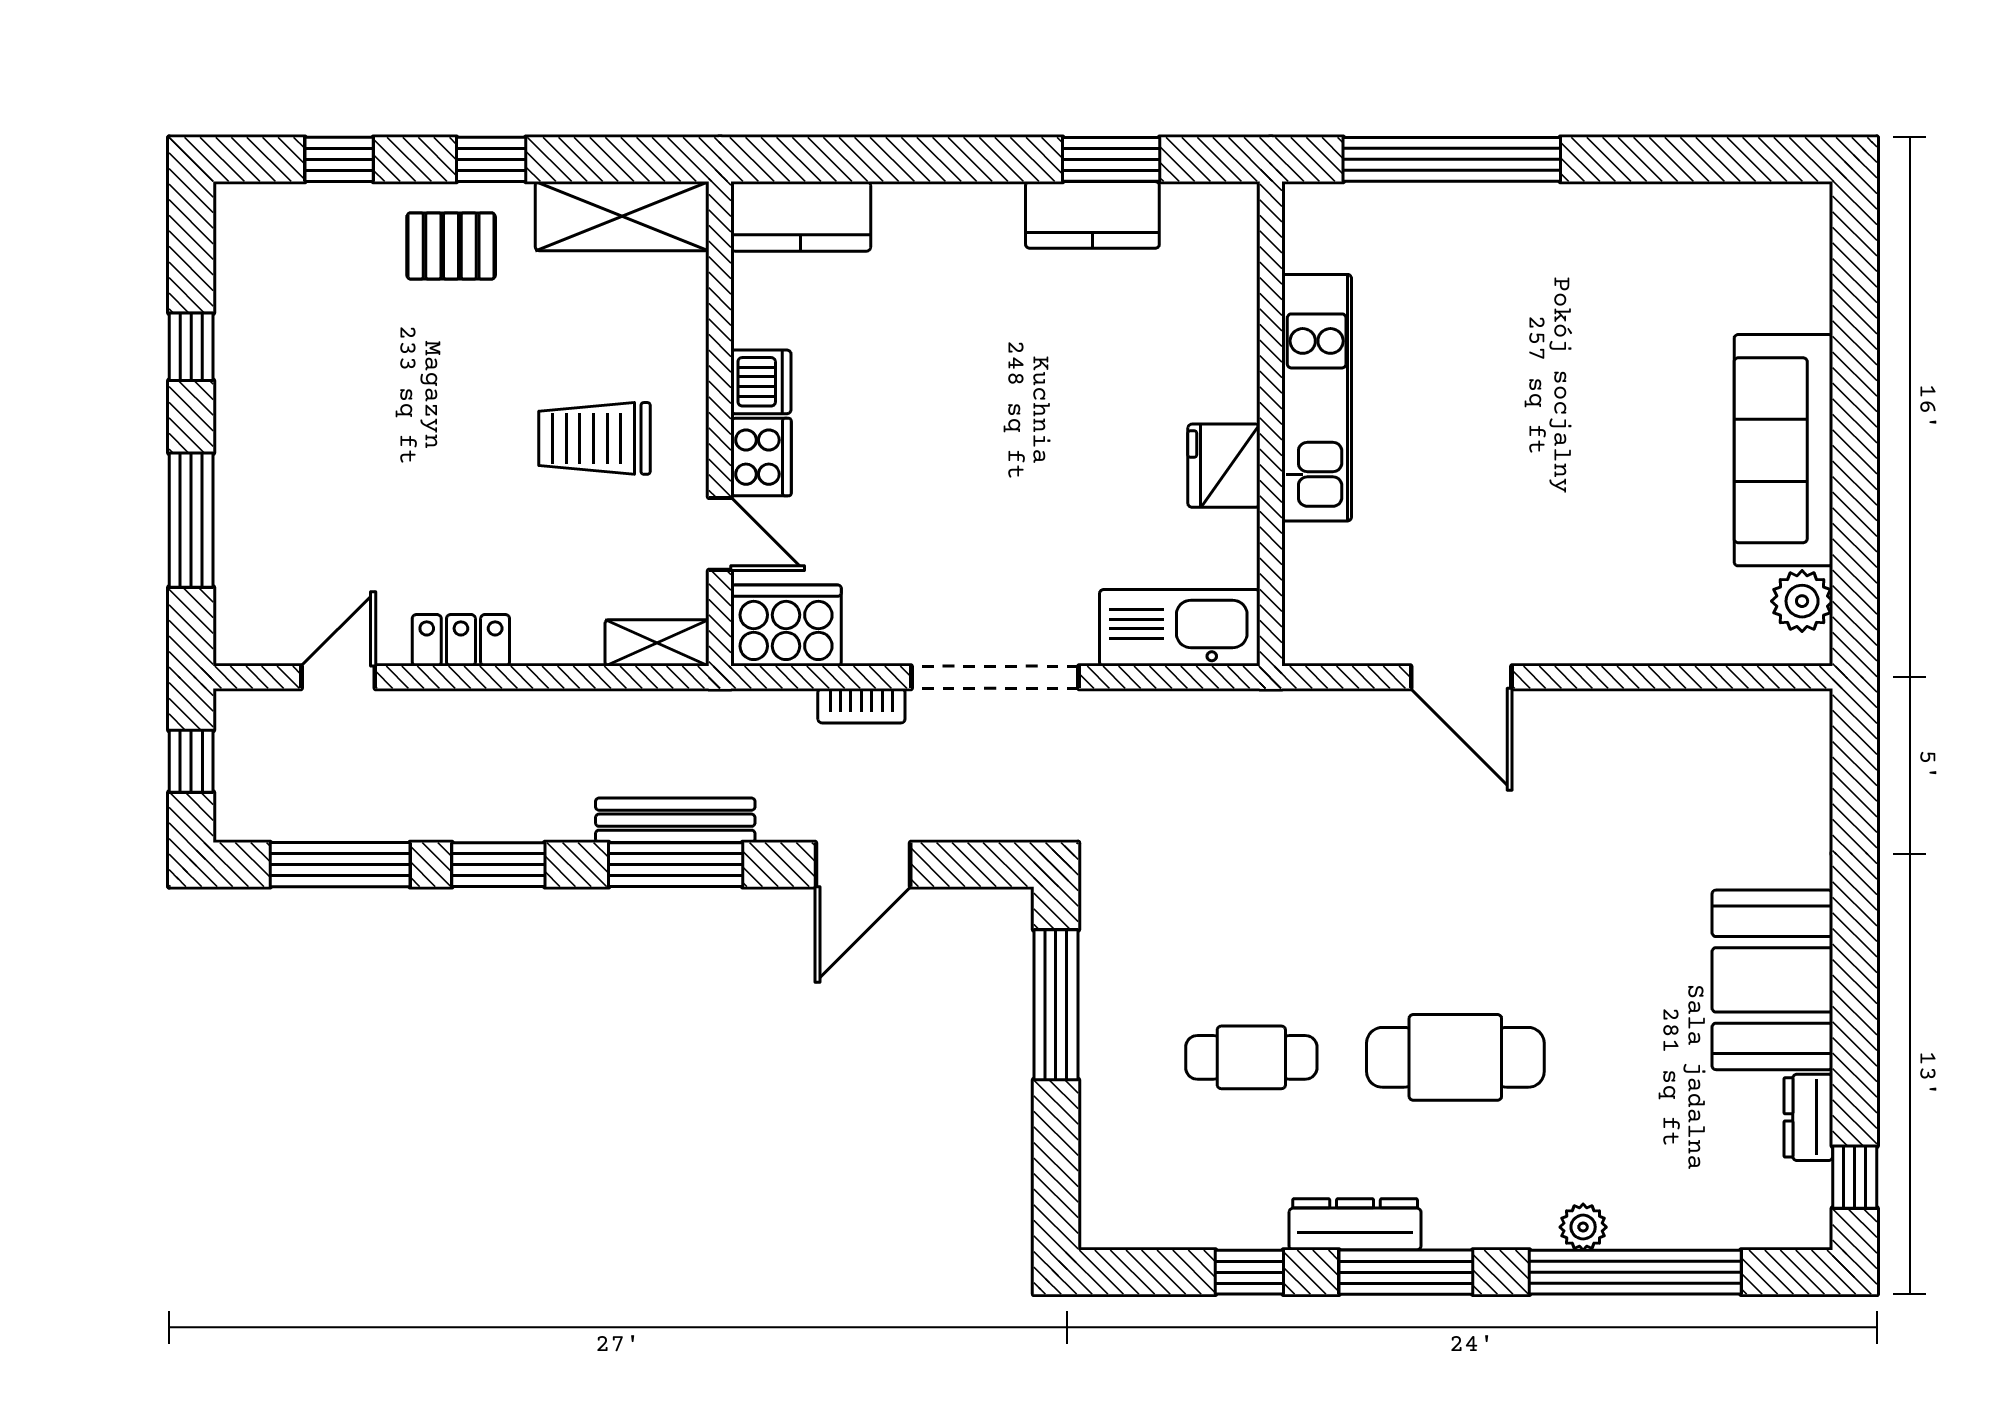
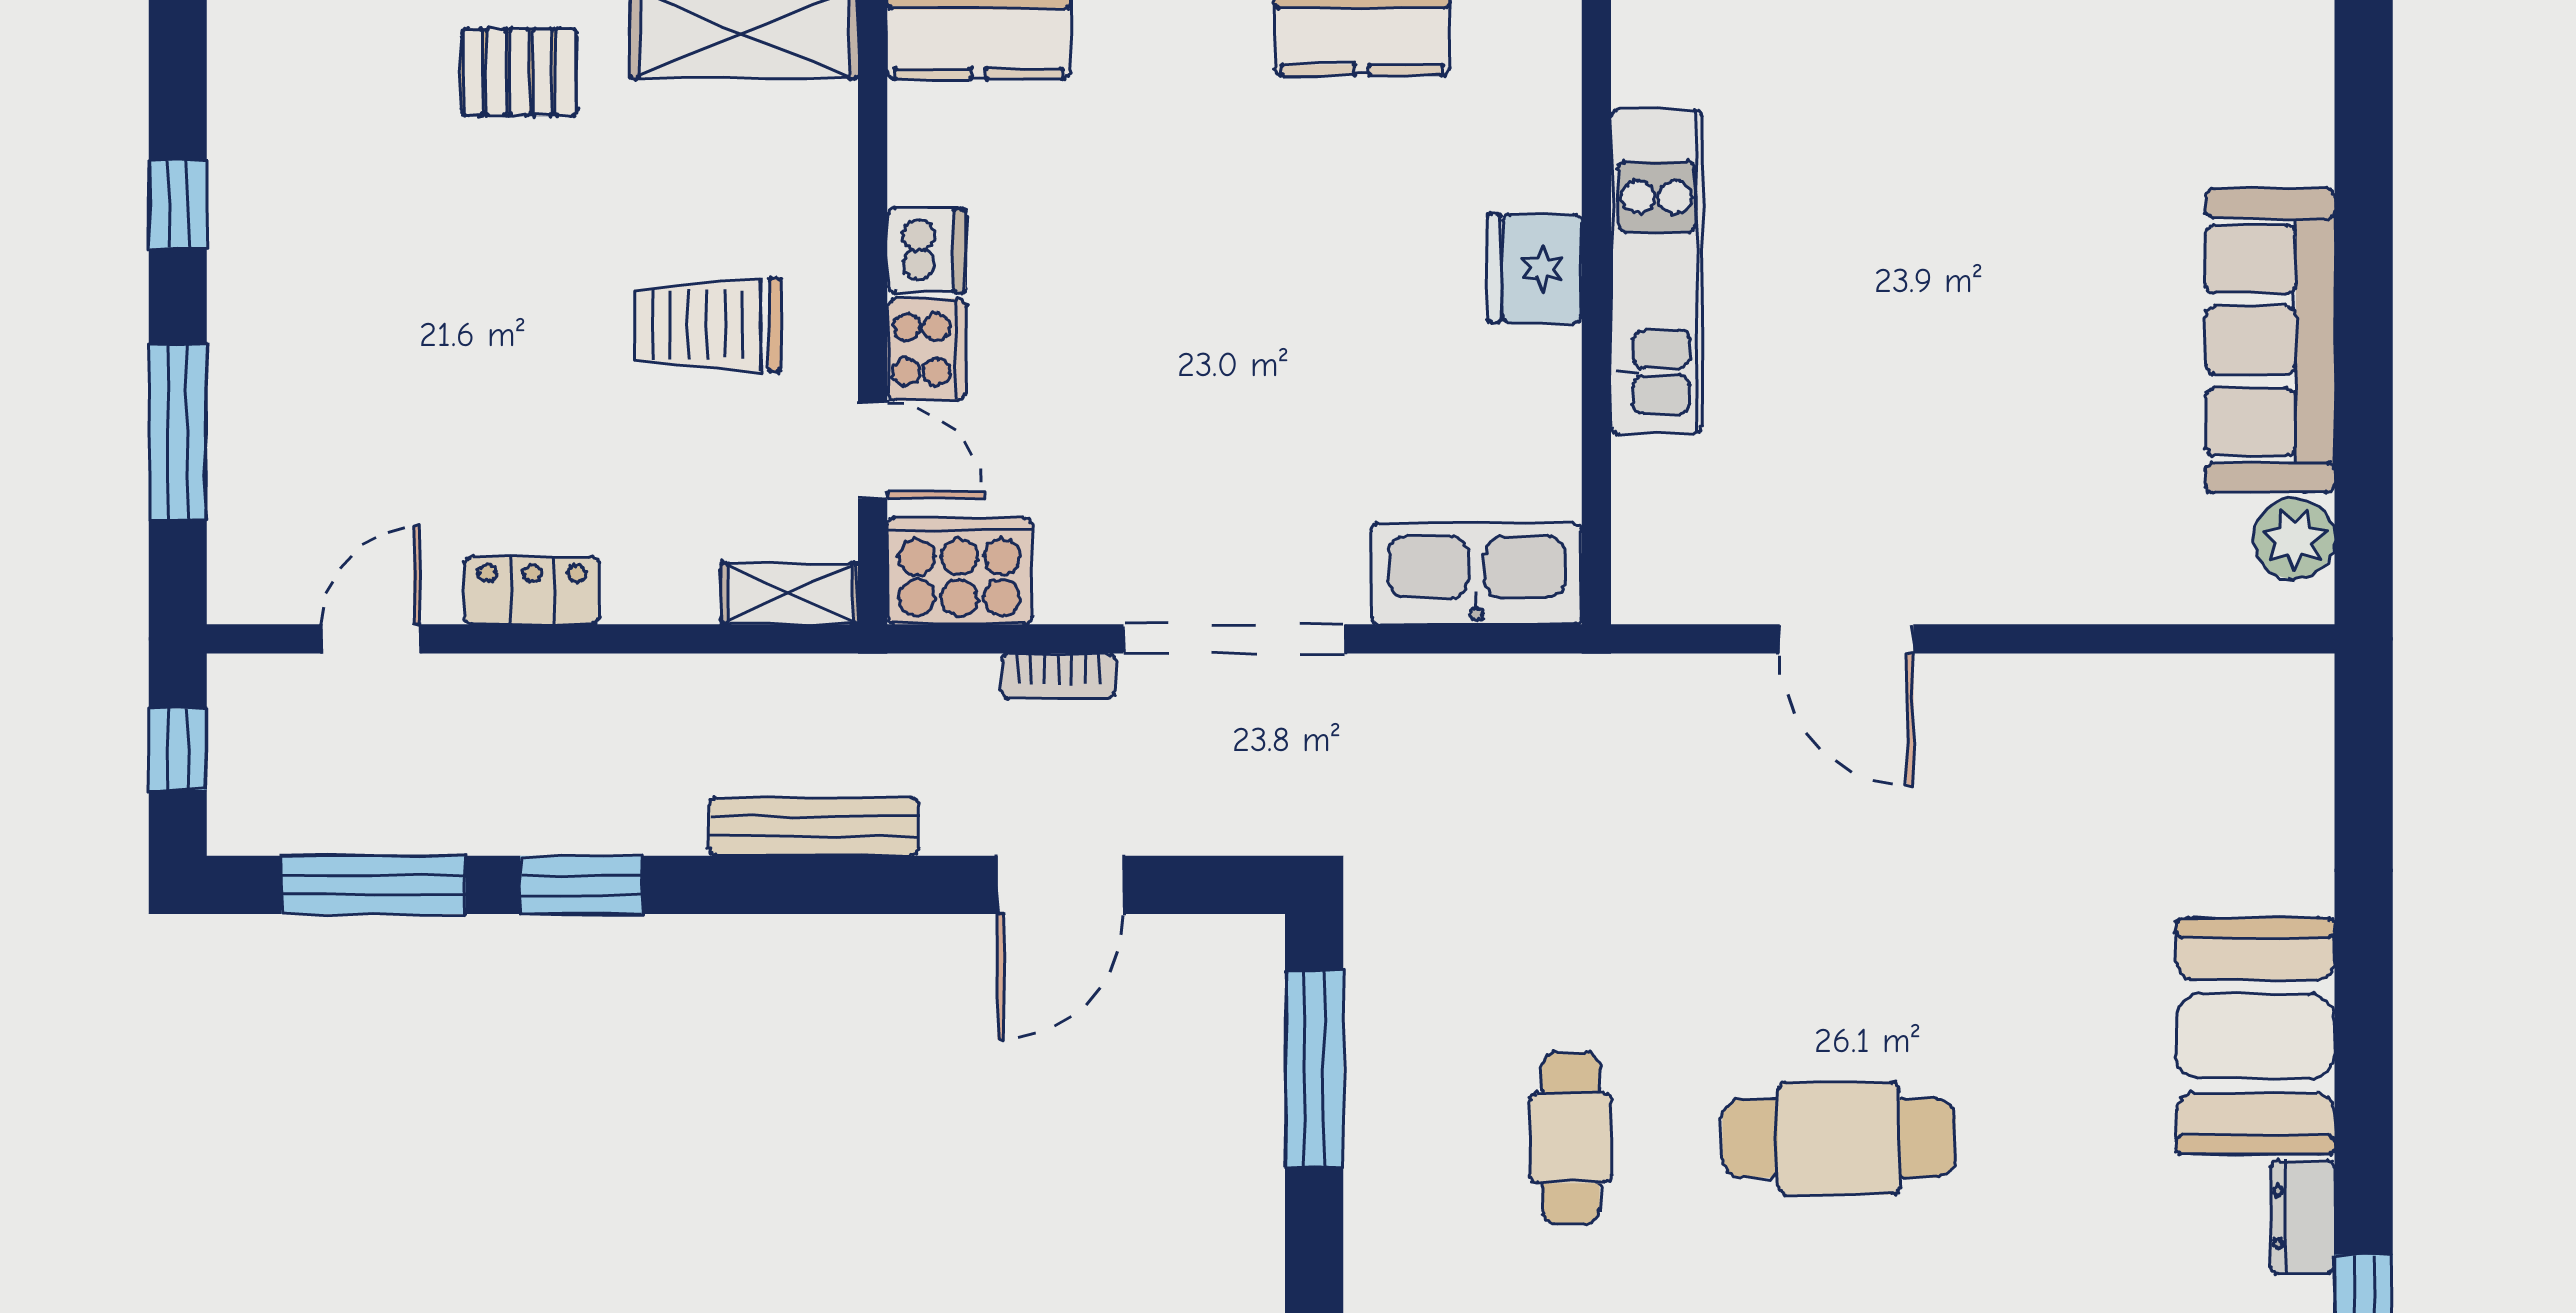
fridge: (1224, 466) -> (1535, 268), moved
window: (676, 865) -> (814, 885), removed
cafe table: (1251, 1057) -> (1571, 1138), turned 90

